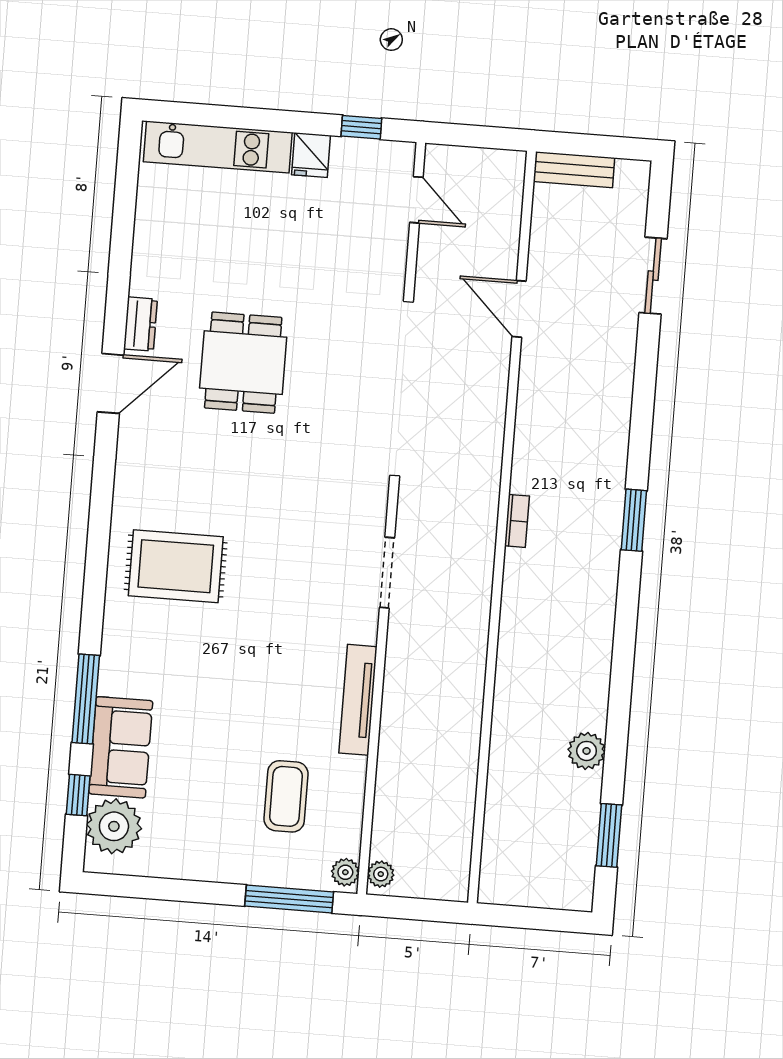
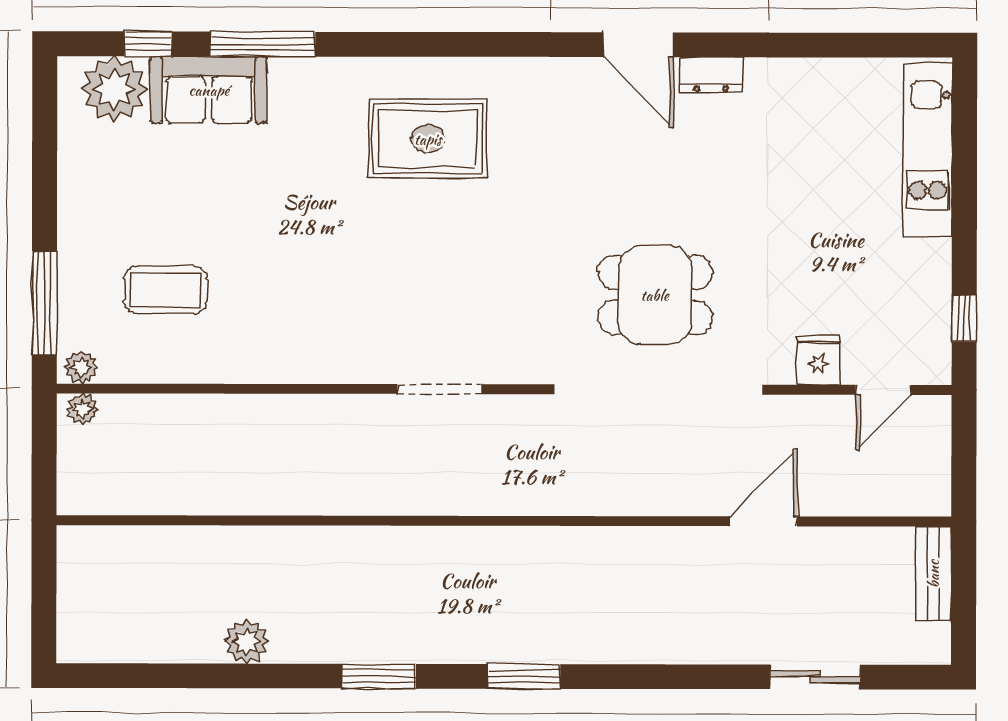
fridge: (311, 155) -> (818, 360), moved, turned 90
dining table: (243, 363) -> (655, 295), moved
bookcase: (517, 521) -> (512, 538), removed
rug: (176, 566) -> (428, 139), turned 90
tv unit: (358, 700) -> (286, 366), removed
window: (609, 835) -> (379, 676), moved

